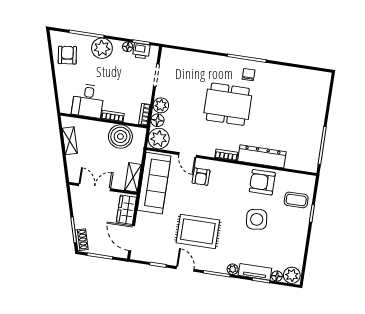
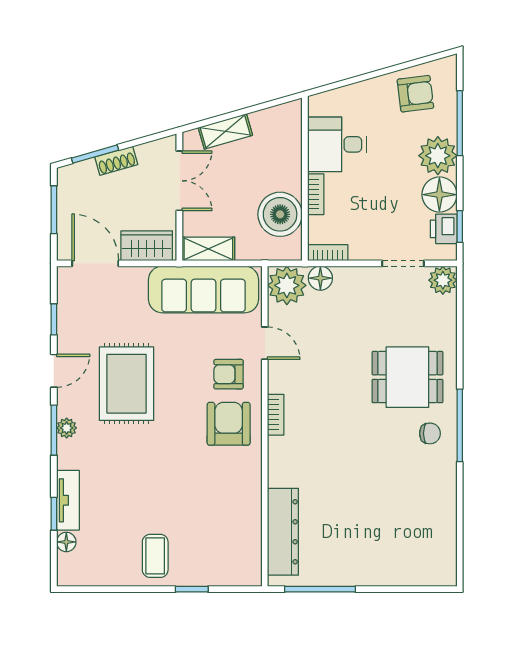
floor lamp: (128, 47) -> (439, 195), width x1.89, depth x1.89
dining table: (228, 104) -> (407, 377), moved, width x0.73
plant: (161, 105) -> (443, 280), moved
shelving: (70, 141) -> (225, 131), moved
door: (187, 155) -> (265, 343), swing flipped
dresser: (262, 156) -> (283, 532), moved
armchair: (262, 182) -> (229, 424), moved
coffee table: (296, 200) -> (155, 556), moved
side table: (257, 219) -> (165, 489), removed
door: (132, 238) -> (95, 263), hinge flipped
shoe rack: (82, 240) -> (116, 161), moved
plant: (233, 269) -> (67, 428), moved
plant: (292, 275) -> (72, 569), removed

